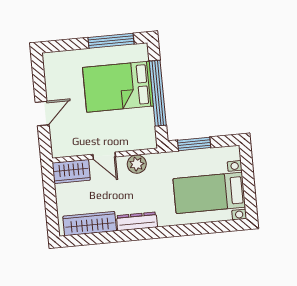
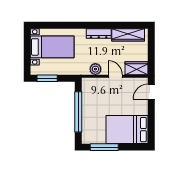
bed: (118, 87) -> (127, 130), moved, turned 180
door: (42, 114) -> (151, 92), moved
window: (194, 144) -> (47, 78), moved

